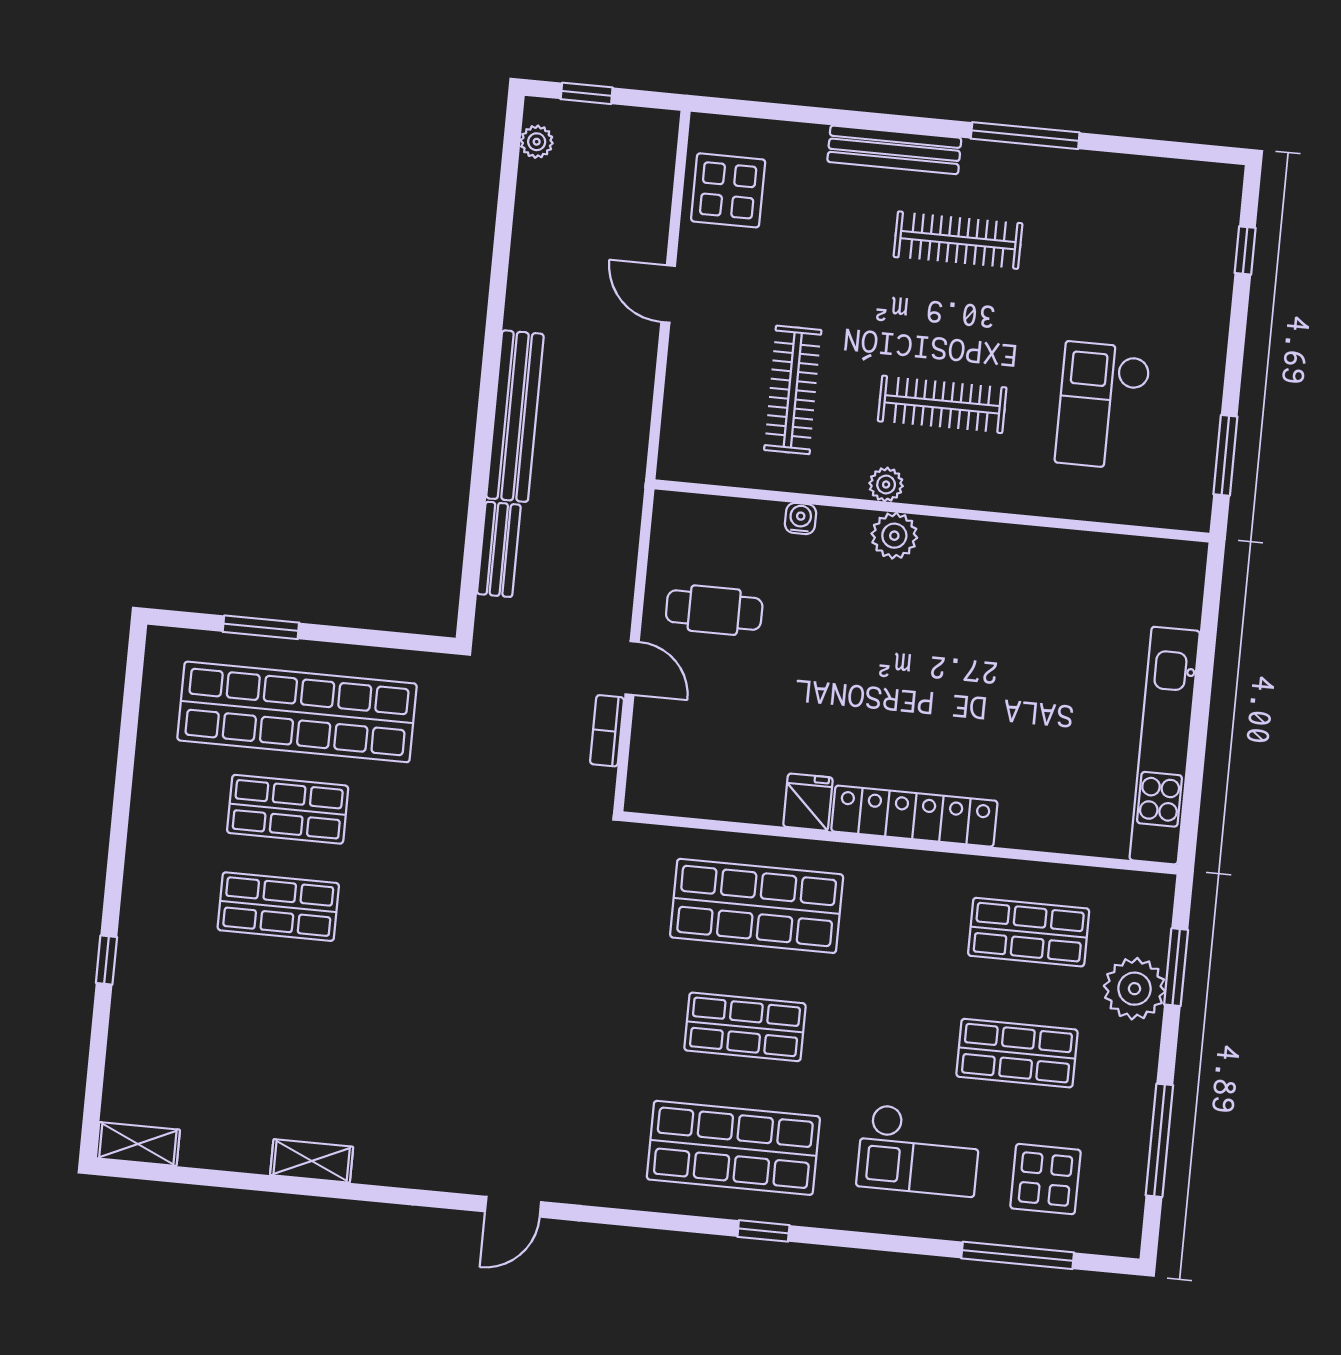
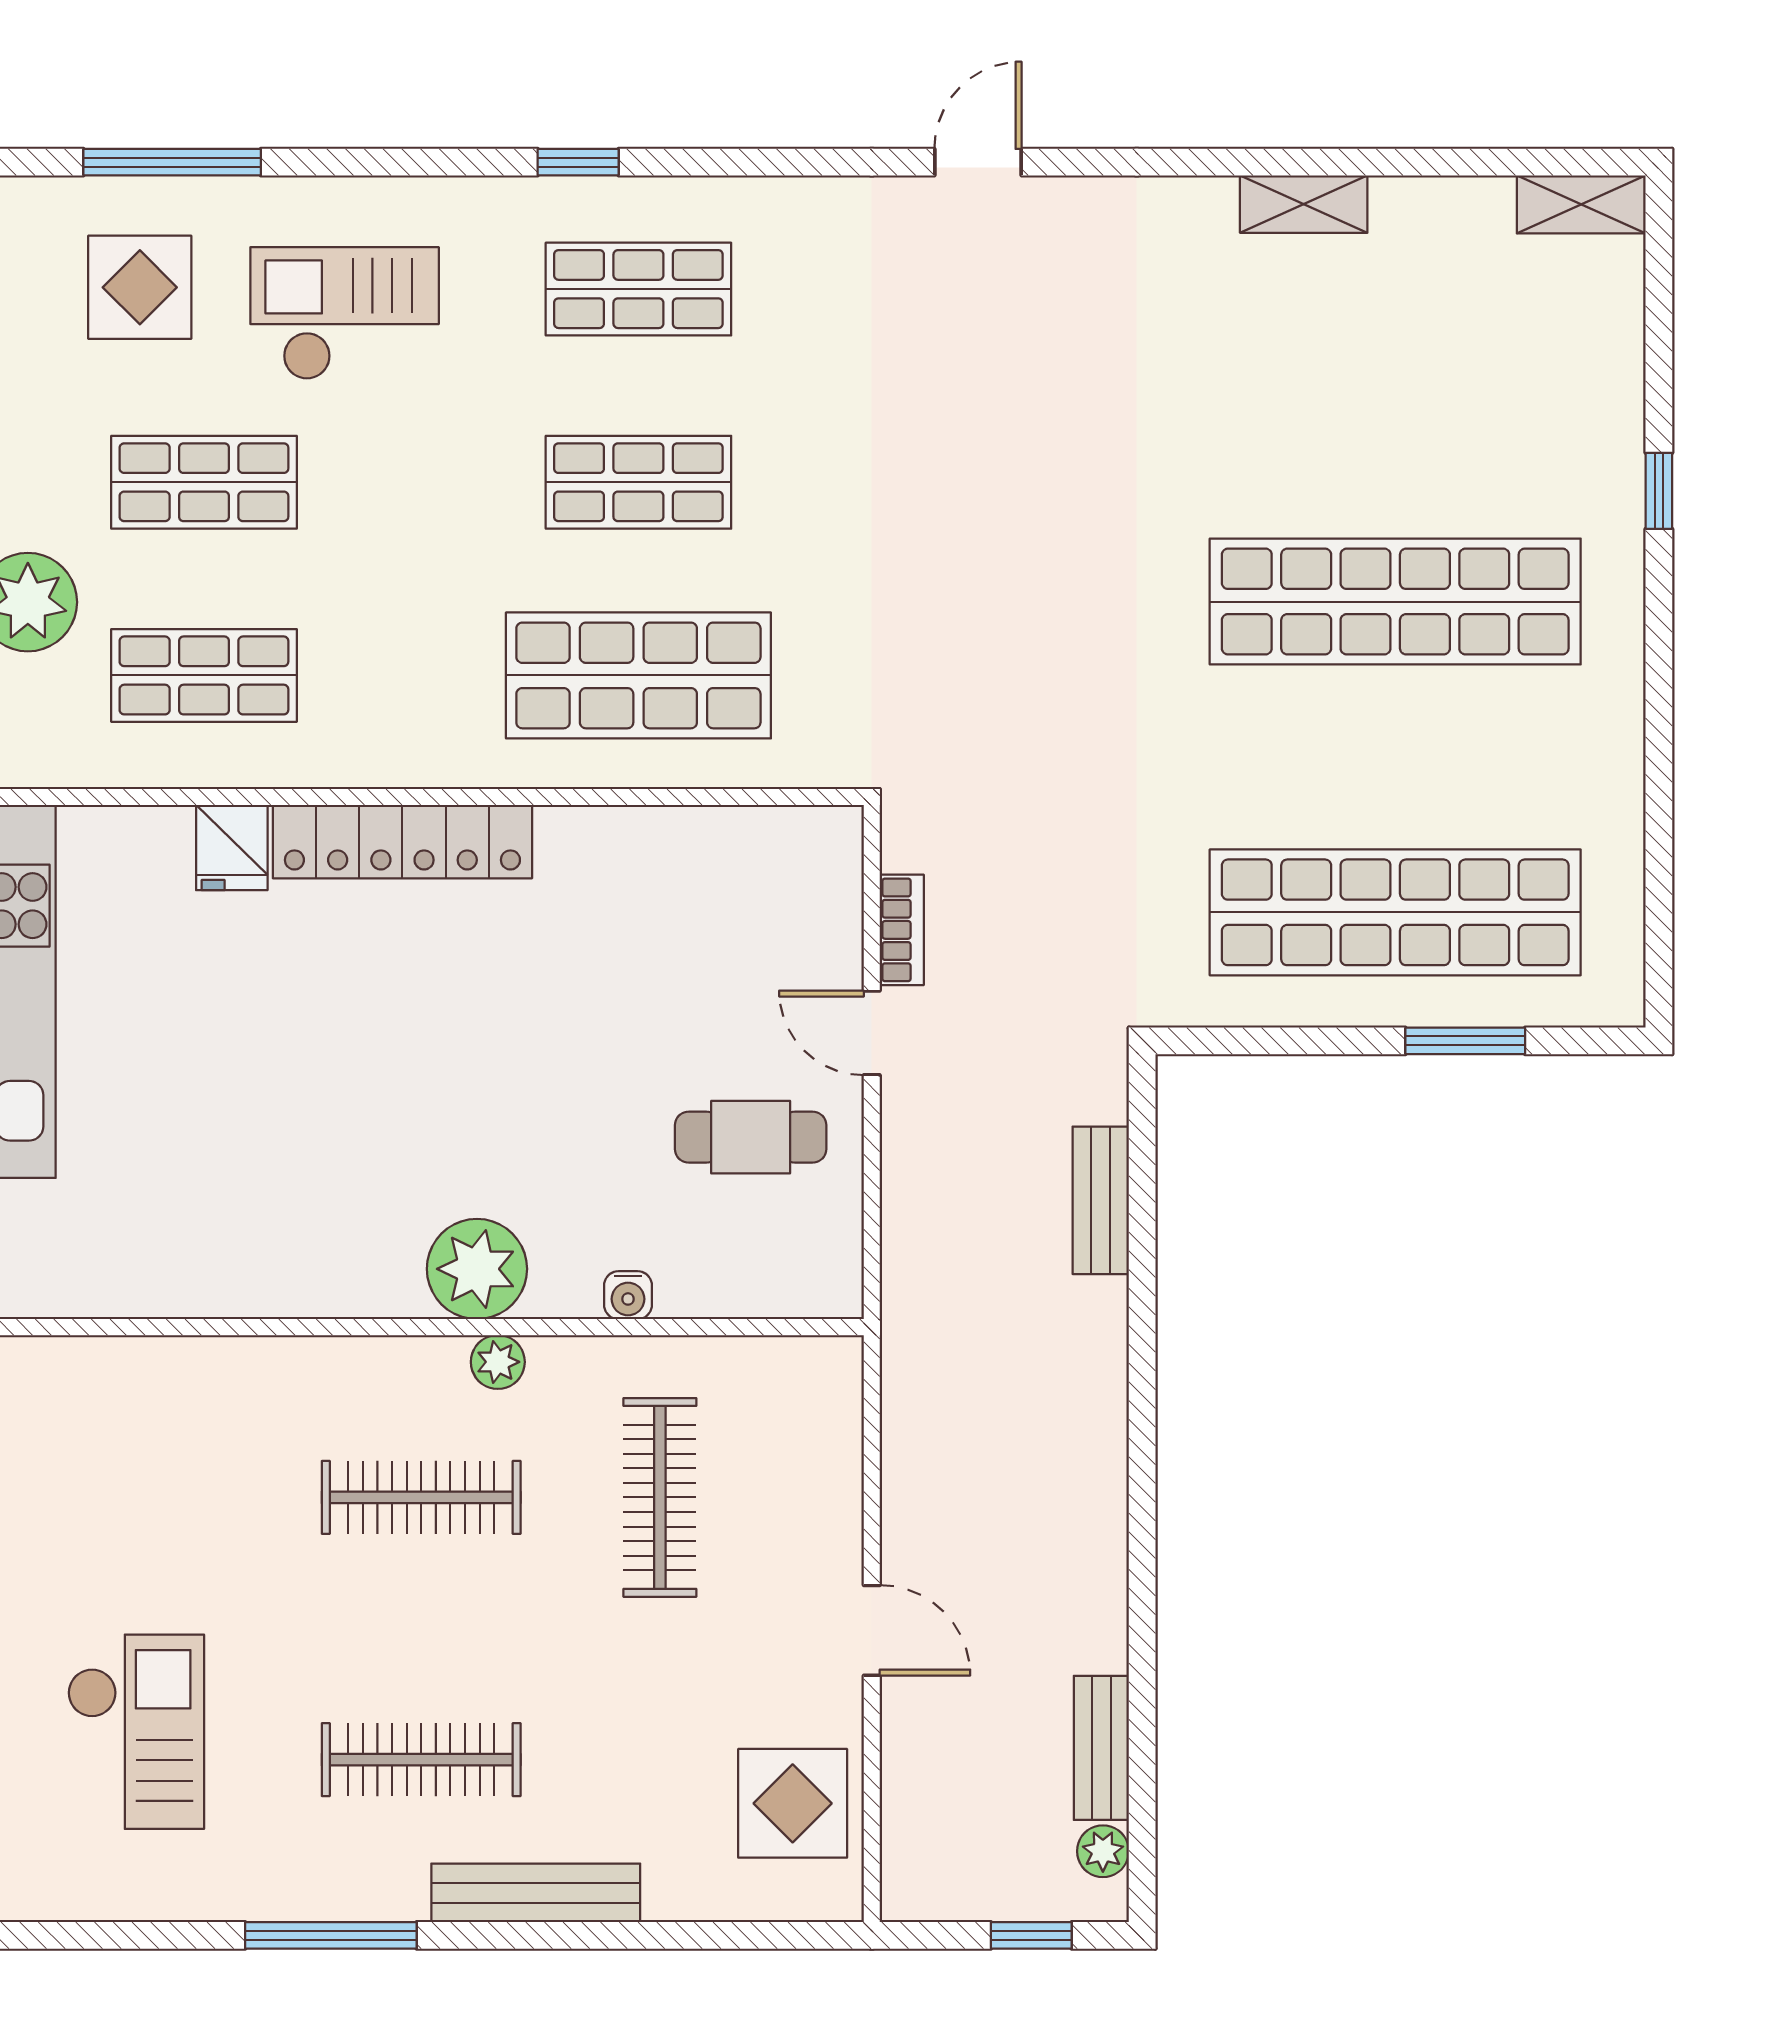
checkout: (1103, 406) -> (136, 1732), moved
bench: (515, 416) -> (1101, 1748), moved, width x0.54, depth x0.82
plant: (894, 536) -> (477, 1269), width x1.36, depth x1.36
fridge: (808, 802) -> (232, 848), moved
shop shelf: (288, 809) -> (1395, 757), removed
shop shelf: (278, 907) -> (1395, 602), width x2.00, depth x1.36
shop shelf: (733, 1148) -> (638, 289), width x0.70, depth x0.74

